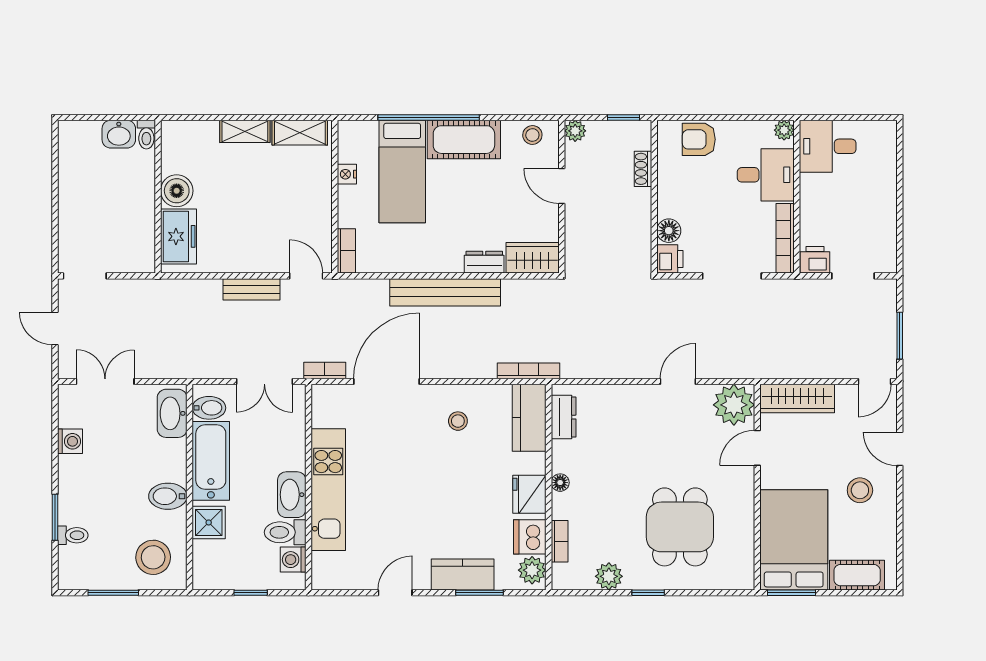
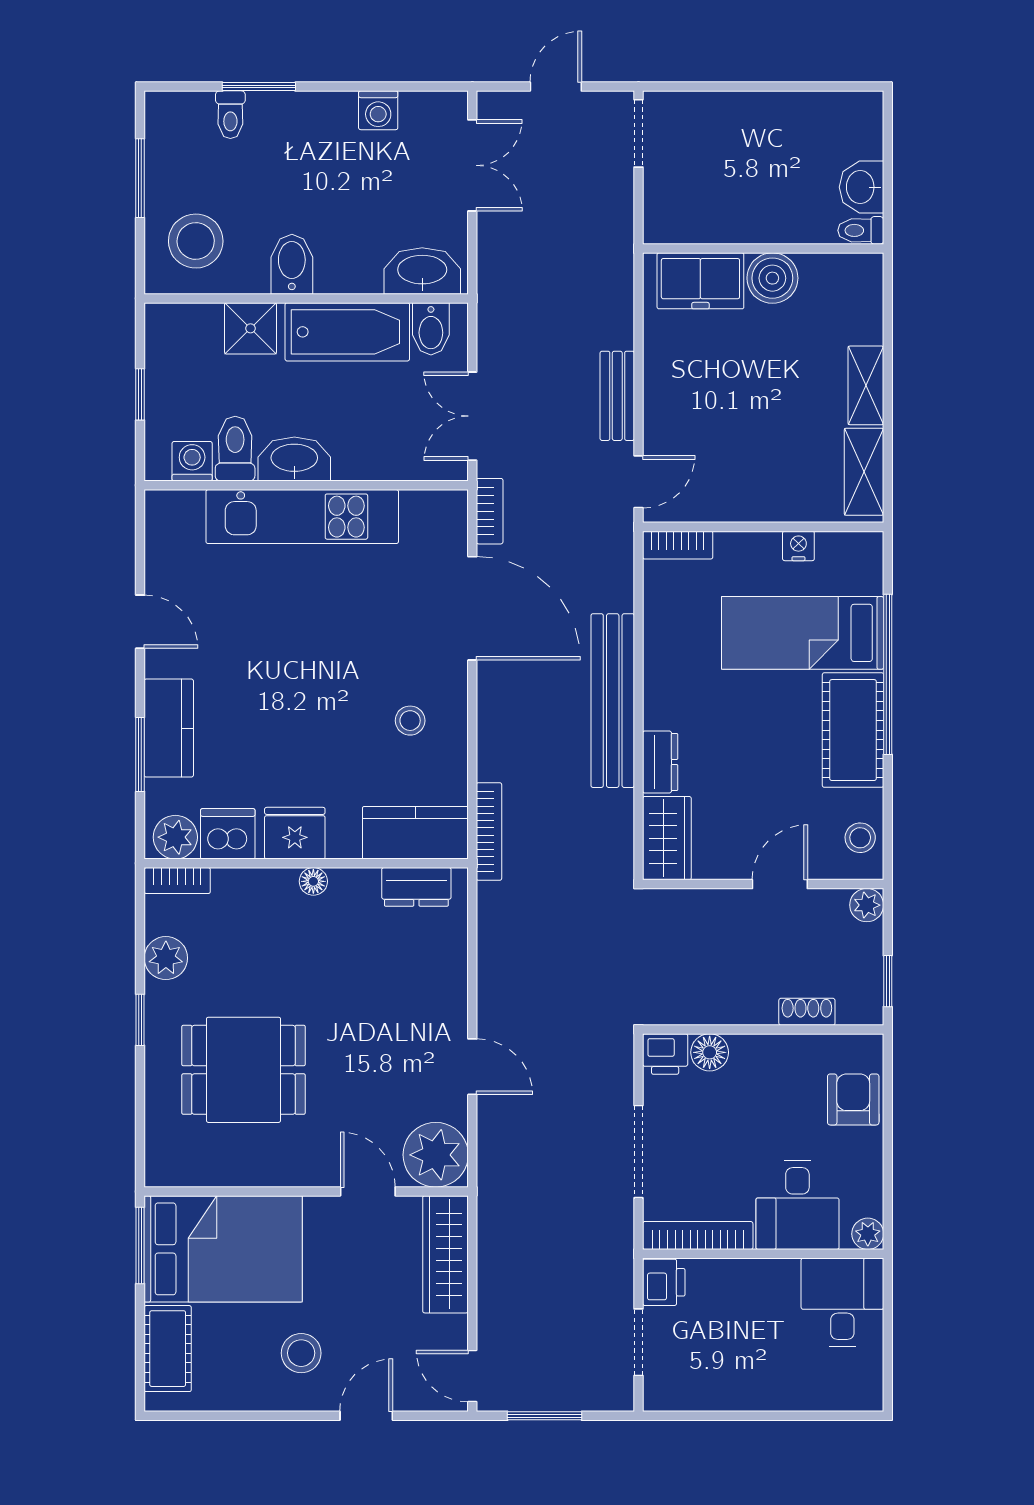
bookcase: (560, 541) -> (177, 881), moved

